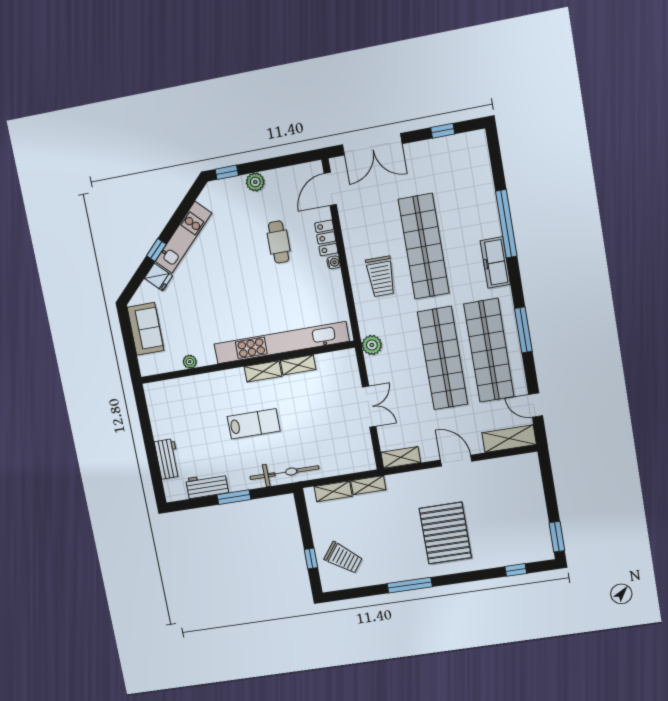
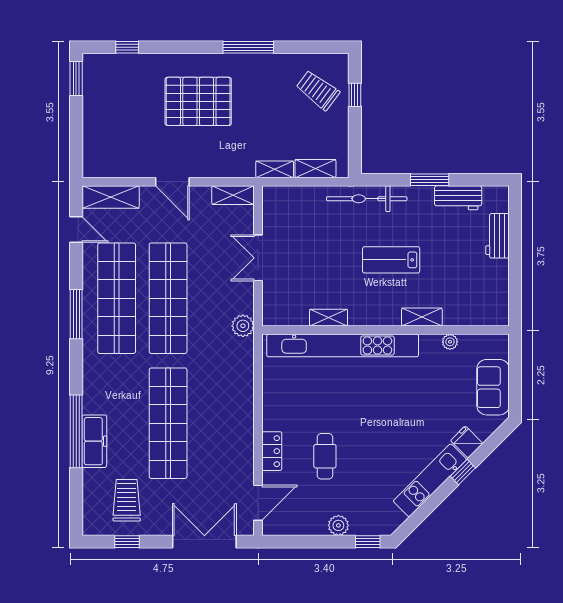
water cooler: (334, 262) -> (269, 423), removed
freezer: (495, 262) -> (94, 441), moved
trolley: (381, 276) -> (127, 500), moved
shelving: (263, 371) -> (422, 317), moved
pallet: (445, 533) -> (198, 101), turned 90

